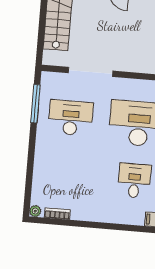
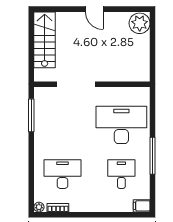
desk: (71, 118) -> (63, 174), moved

